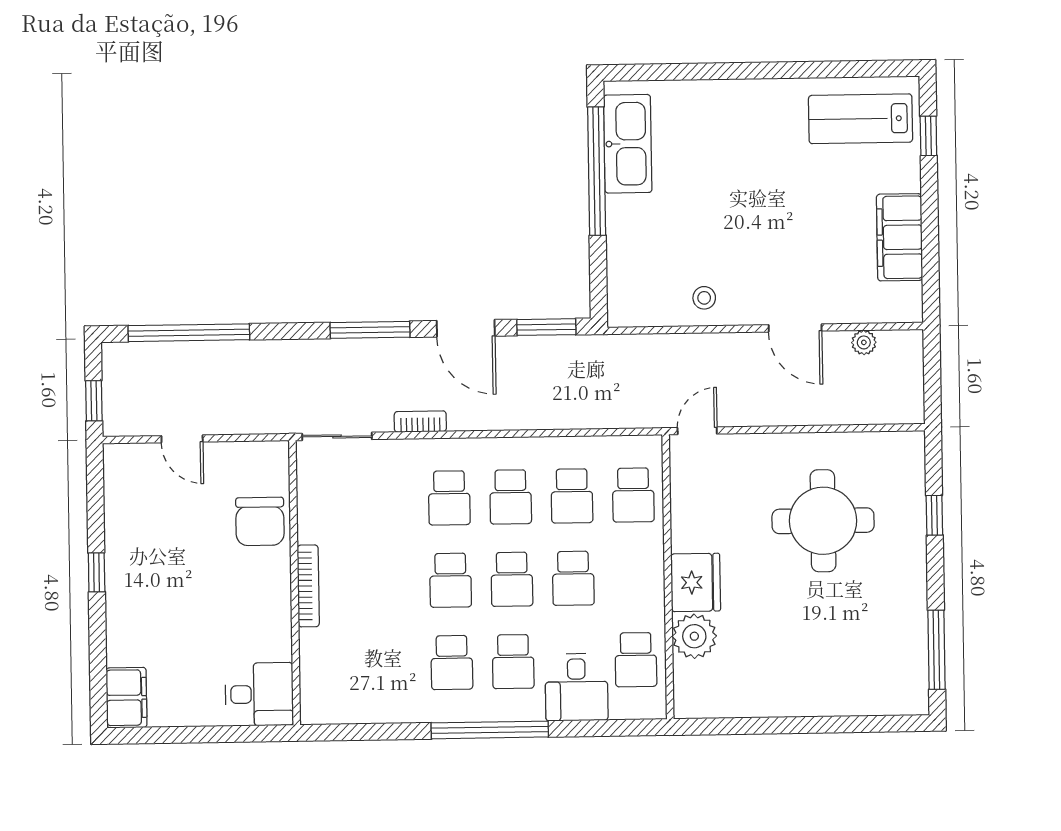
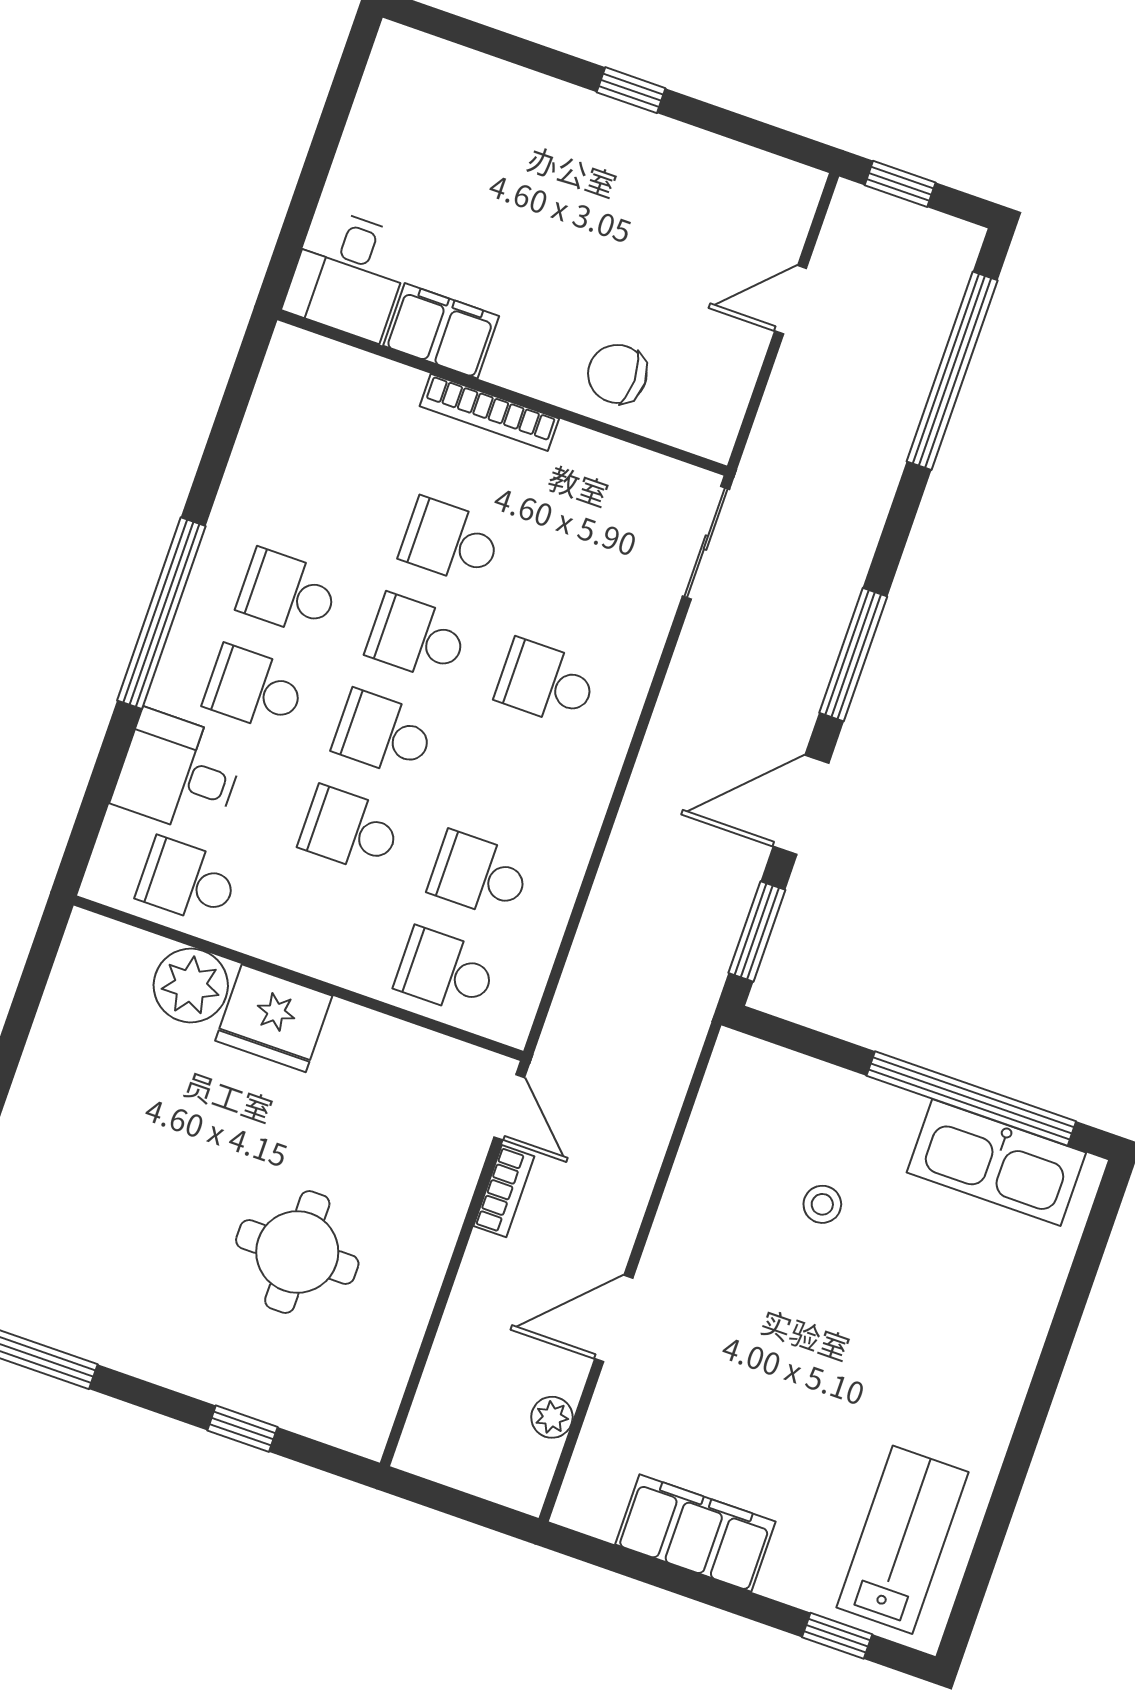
stool: (704, 298) -> (822, 1204), moved
bookcase: (420, 422) -> (504, 1191), moved
school desk: (511, 497) -> (451, 541), moved
chair: (260, 521) -> (617, 374), width x0.73, depth x0.73
round table: (823, 521) -> (297, 1252), width x0.73, depth x0.73
filing cabinet: (126, 698) -> (441, 331), moved, turned 180

